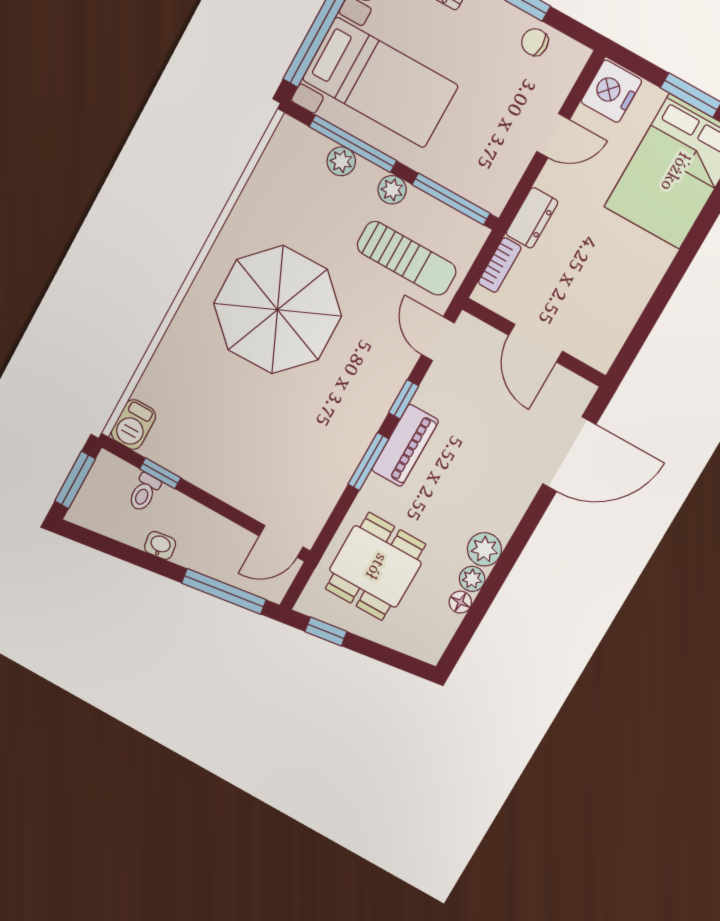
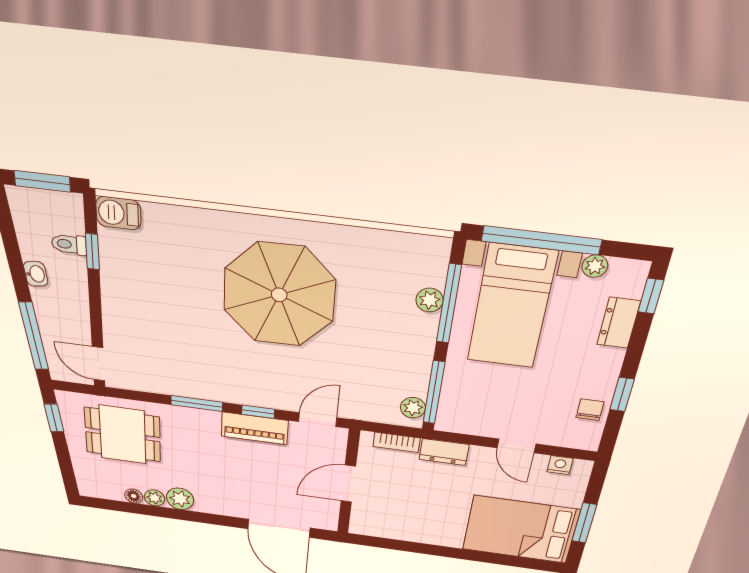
nightstand: (611, 91) -> (560, 465), width x0.53, depth x0.56
plant: (392, 190) -> (413, 408), moved
sun lounger: (407, 258) -> (371, 377), removed
piano: (405, 445) -> (255, 428), moved

